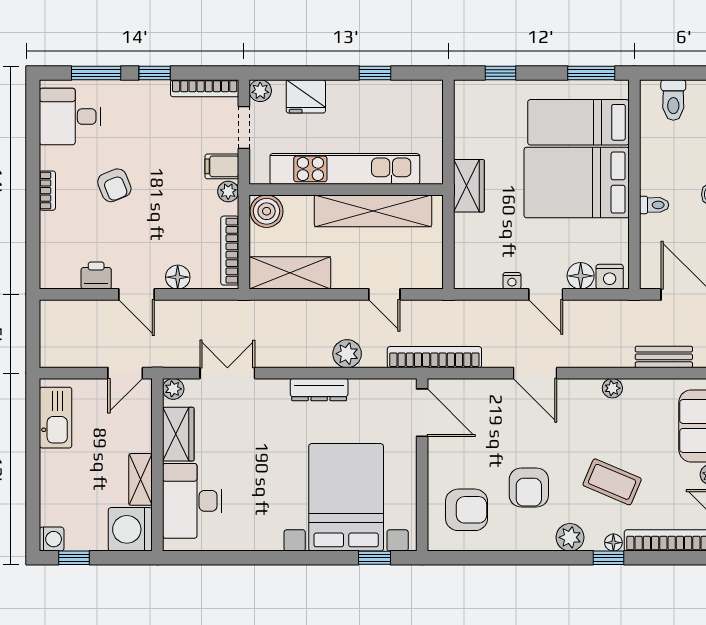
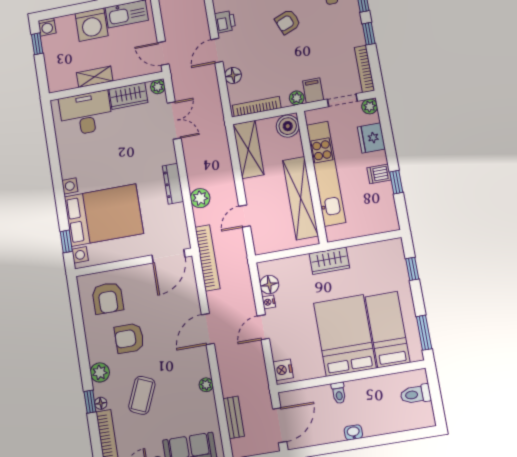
dishwasher: (359, 95) -> (379, 174), added
floor lamp: (581, 276) -> (269, 285), moved
washing machine: (130, 529) -> (92, 25), moved, turned 180

